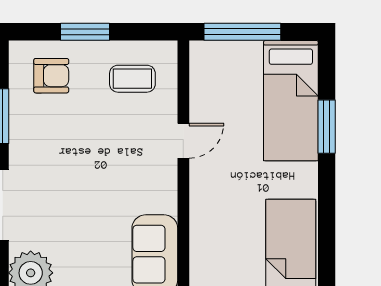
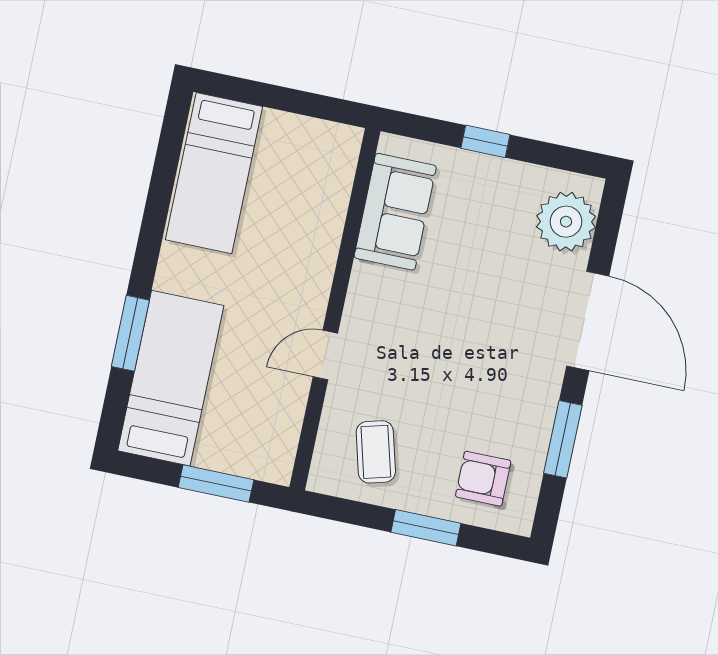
window: (242, 32) -> (216, 484), width x0.69
coffee table: (132, 79) -> (376, 452), turned 75

